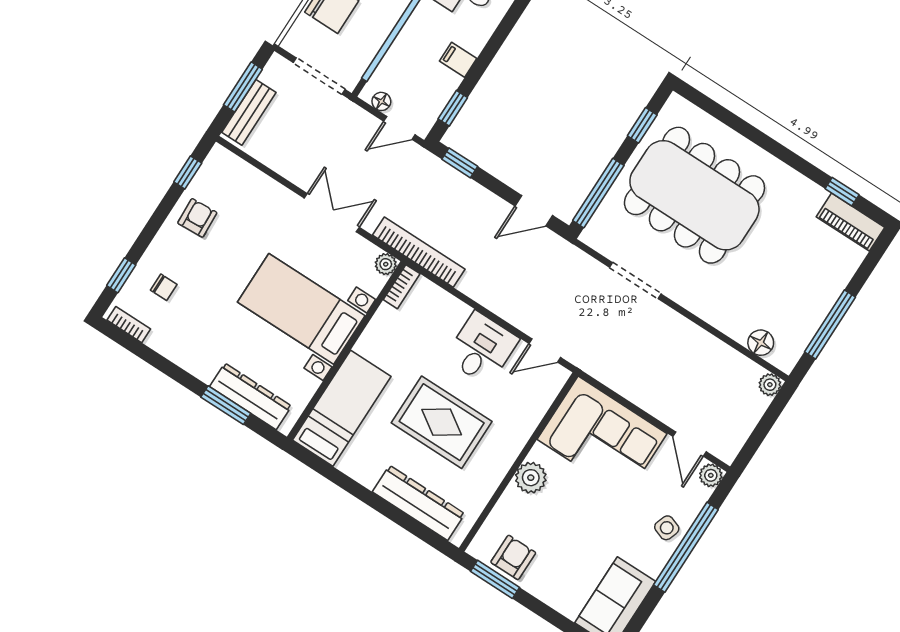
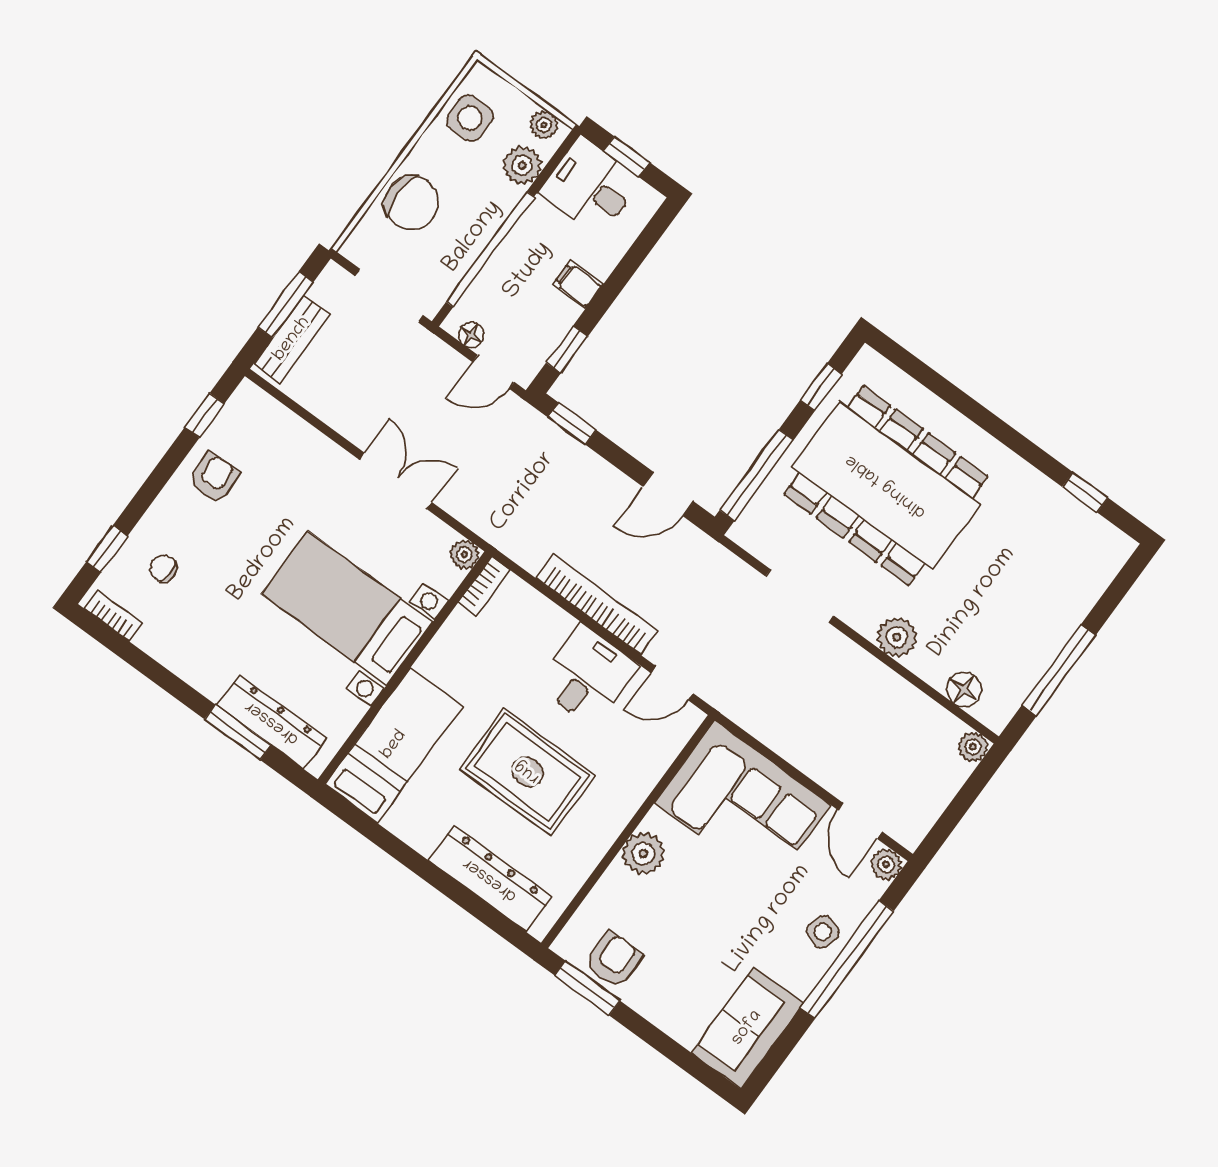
piano: (850, 222) -> (1094, 534), removed
bookcase: (419, 252) -> (597, 605), moved
chair: (164, 287) -> (163, 568), turned 180
plant: (709, 307) -> (897, 637), added

